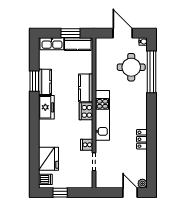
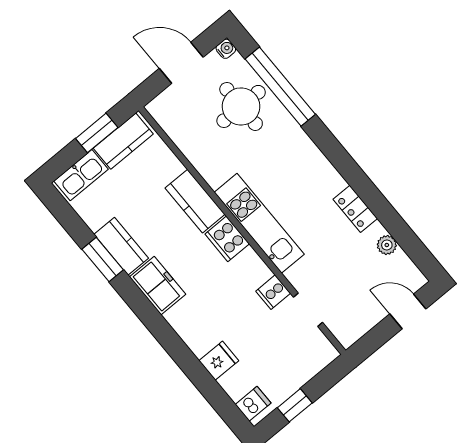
fridge: (48, 159) -> (219, 361), width x0.53, depth x0.75
plant: (142, 184) -> (387, 245), moved

